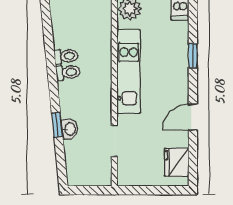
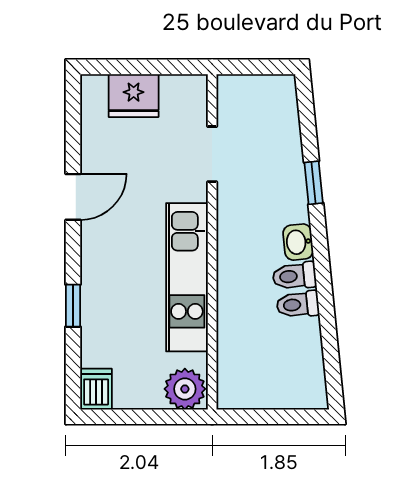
washbasin: (70, 129) -> (298, 242), moved
fridge: (177, 162) -> (134, 96), moved, turned 90

